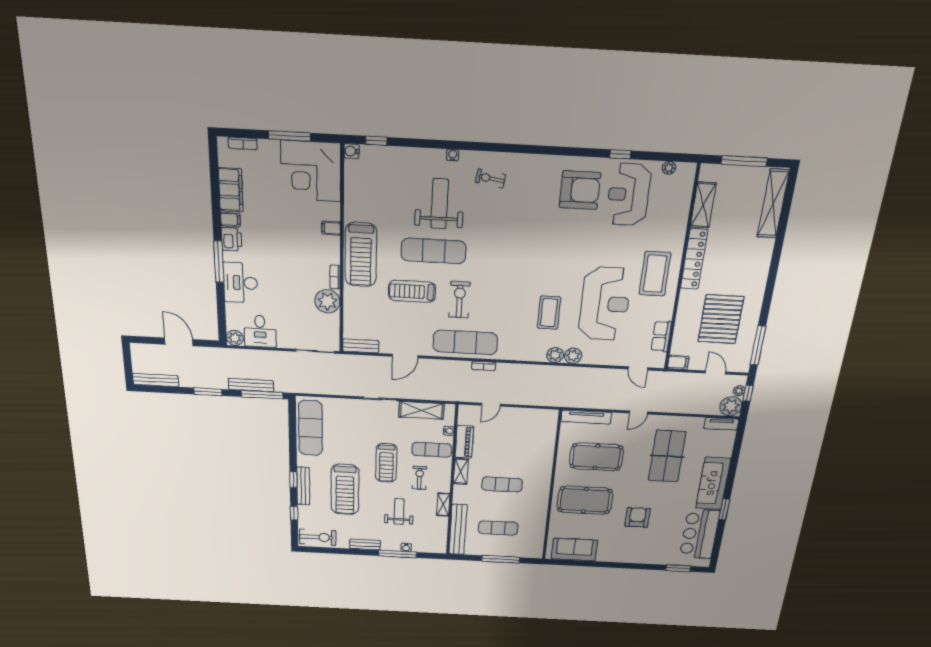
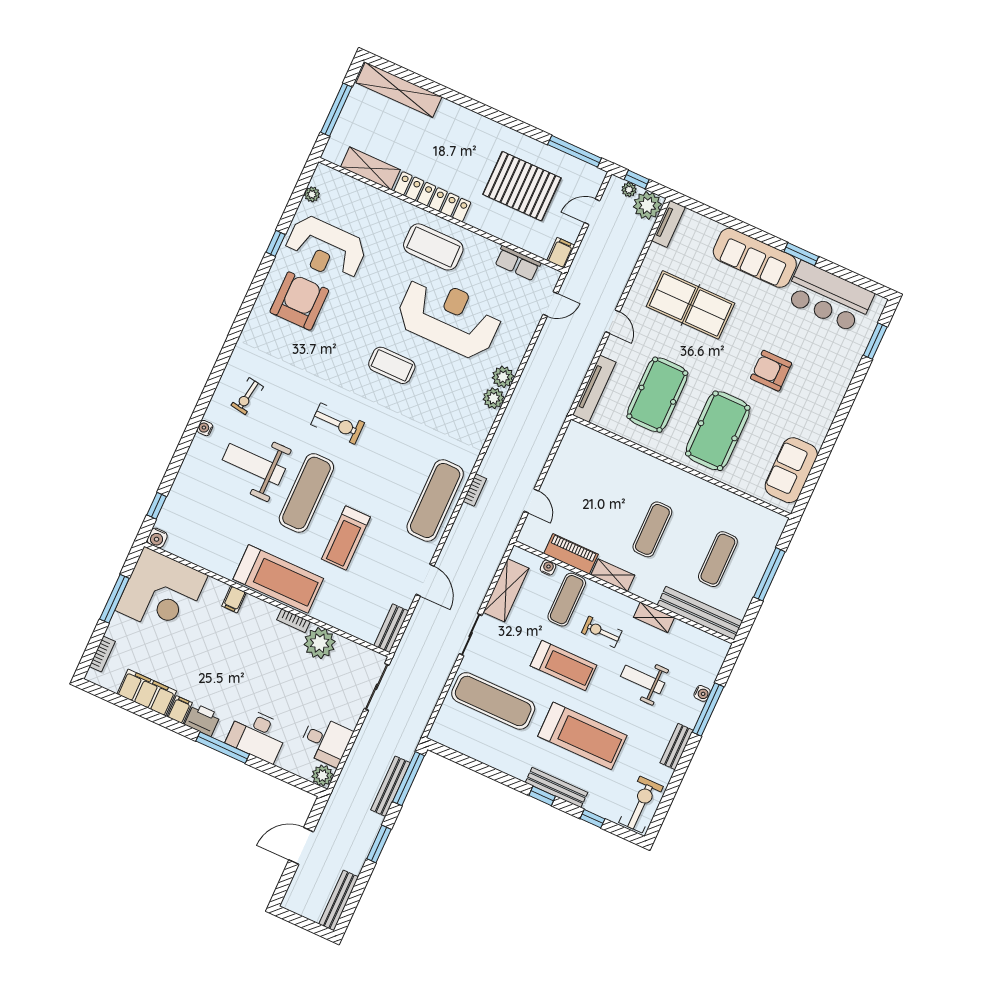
exercise bike: (460, 300) -> (338, 424), moved, turned 180
coffee table: (549, 313) -> (392, 365), moved
exercise mat: (311, 428) -> (493, 701), moved

